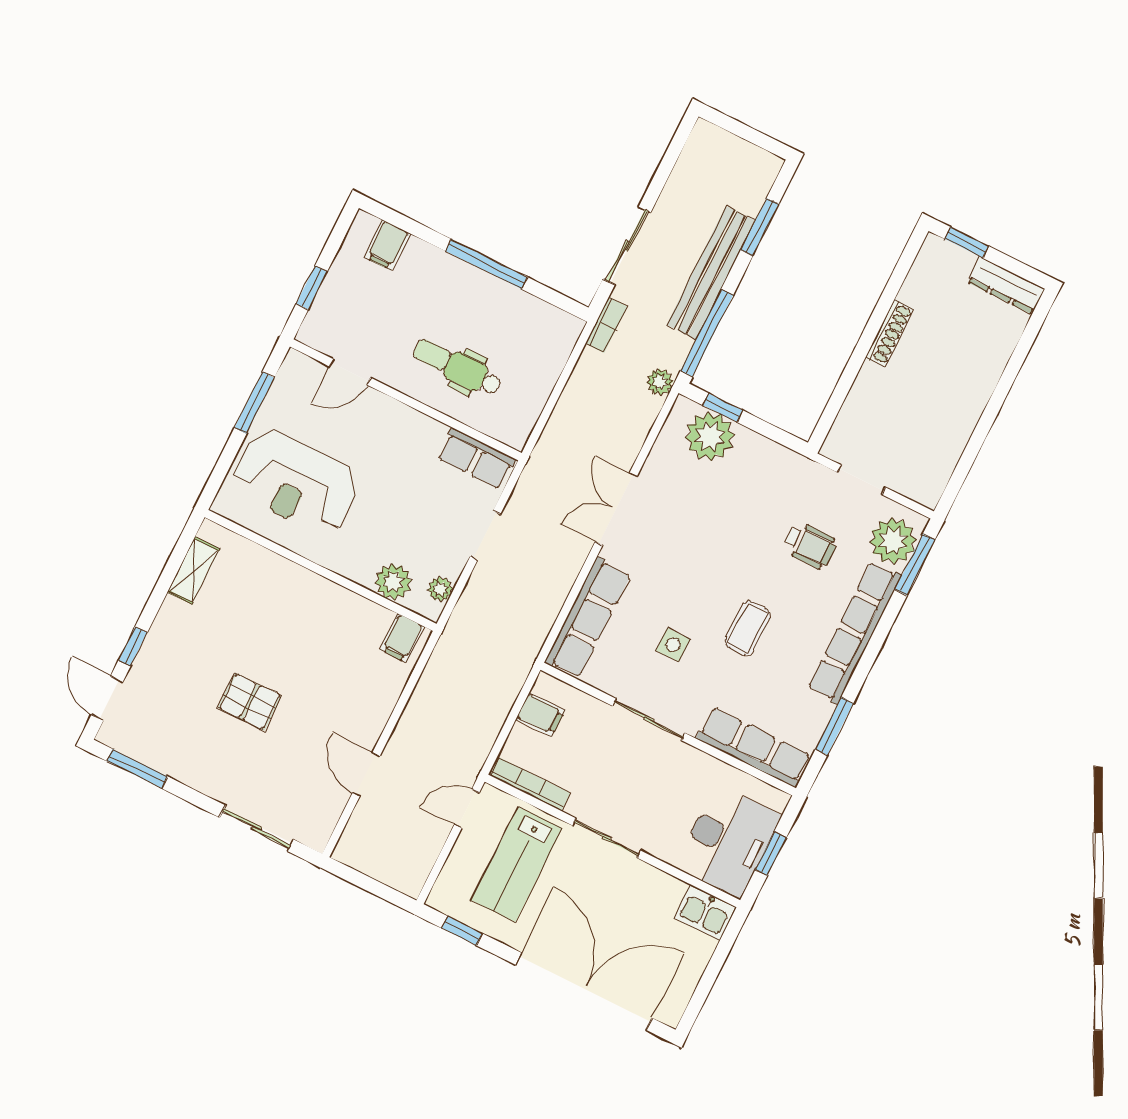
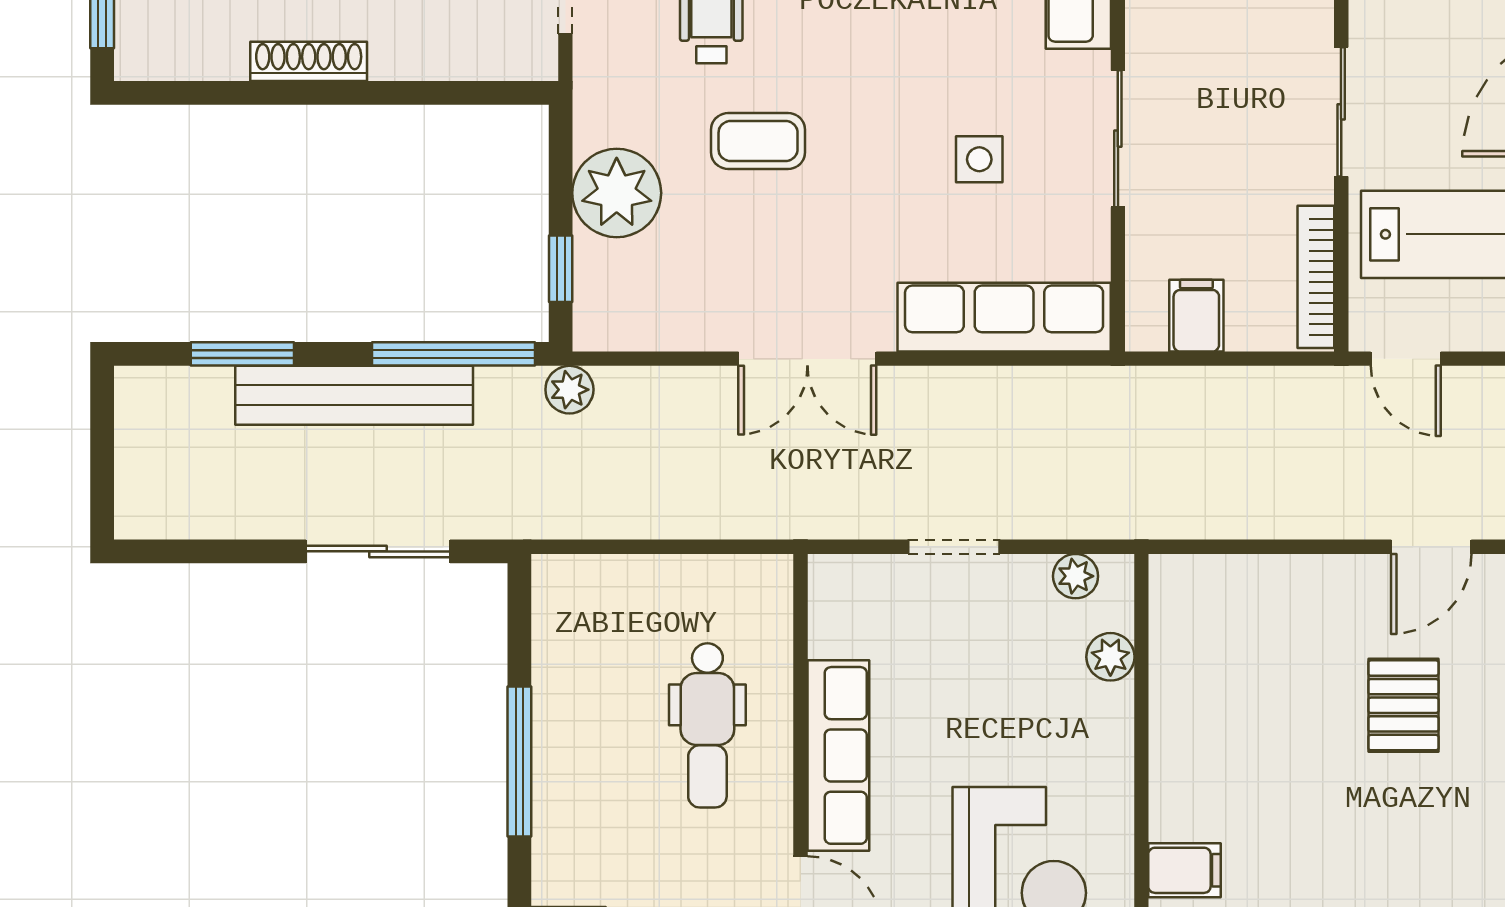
bookcase: (606, 325) -> (521, 521), removed
plant: (710, 436) -> (617, 193), moved
row of seats: (476, 459) -> (838, 755), moved, width x1.48
plant: (393, 582) -> (1110, 657), width x0.73, depth x0.73
coffee table: (748, 628) -> (758, 141), moved
filing cabinet: (402, 638) -> (1185, 870), moved
pallet: (250, 702) -> (1403, 705), moved

